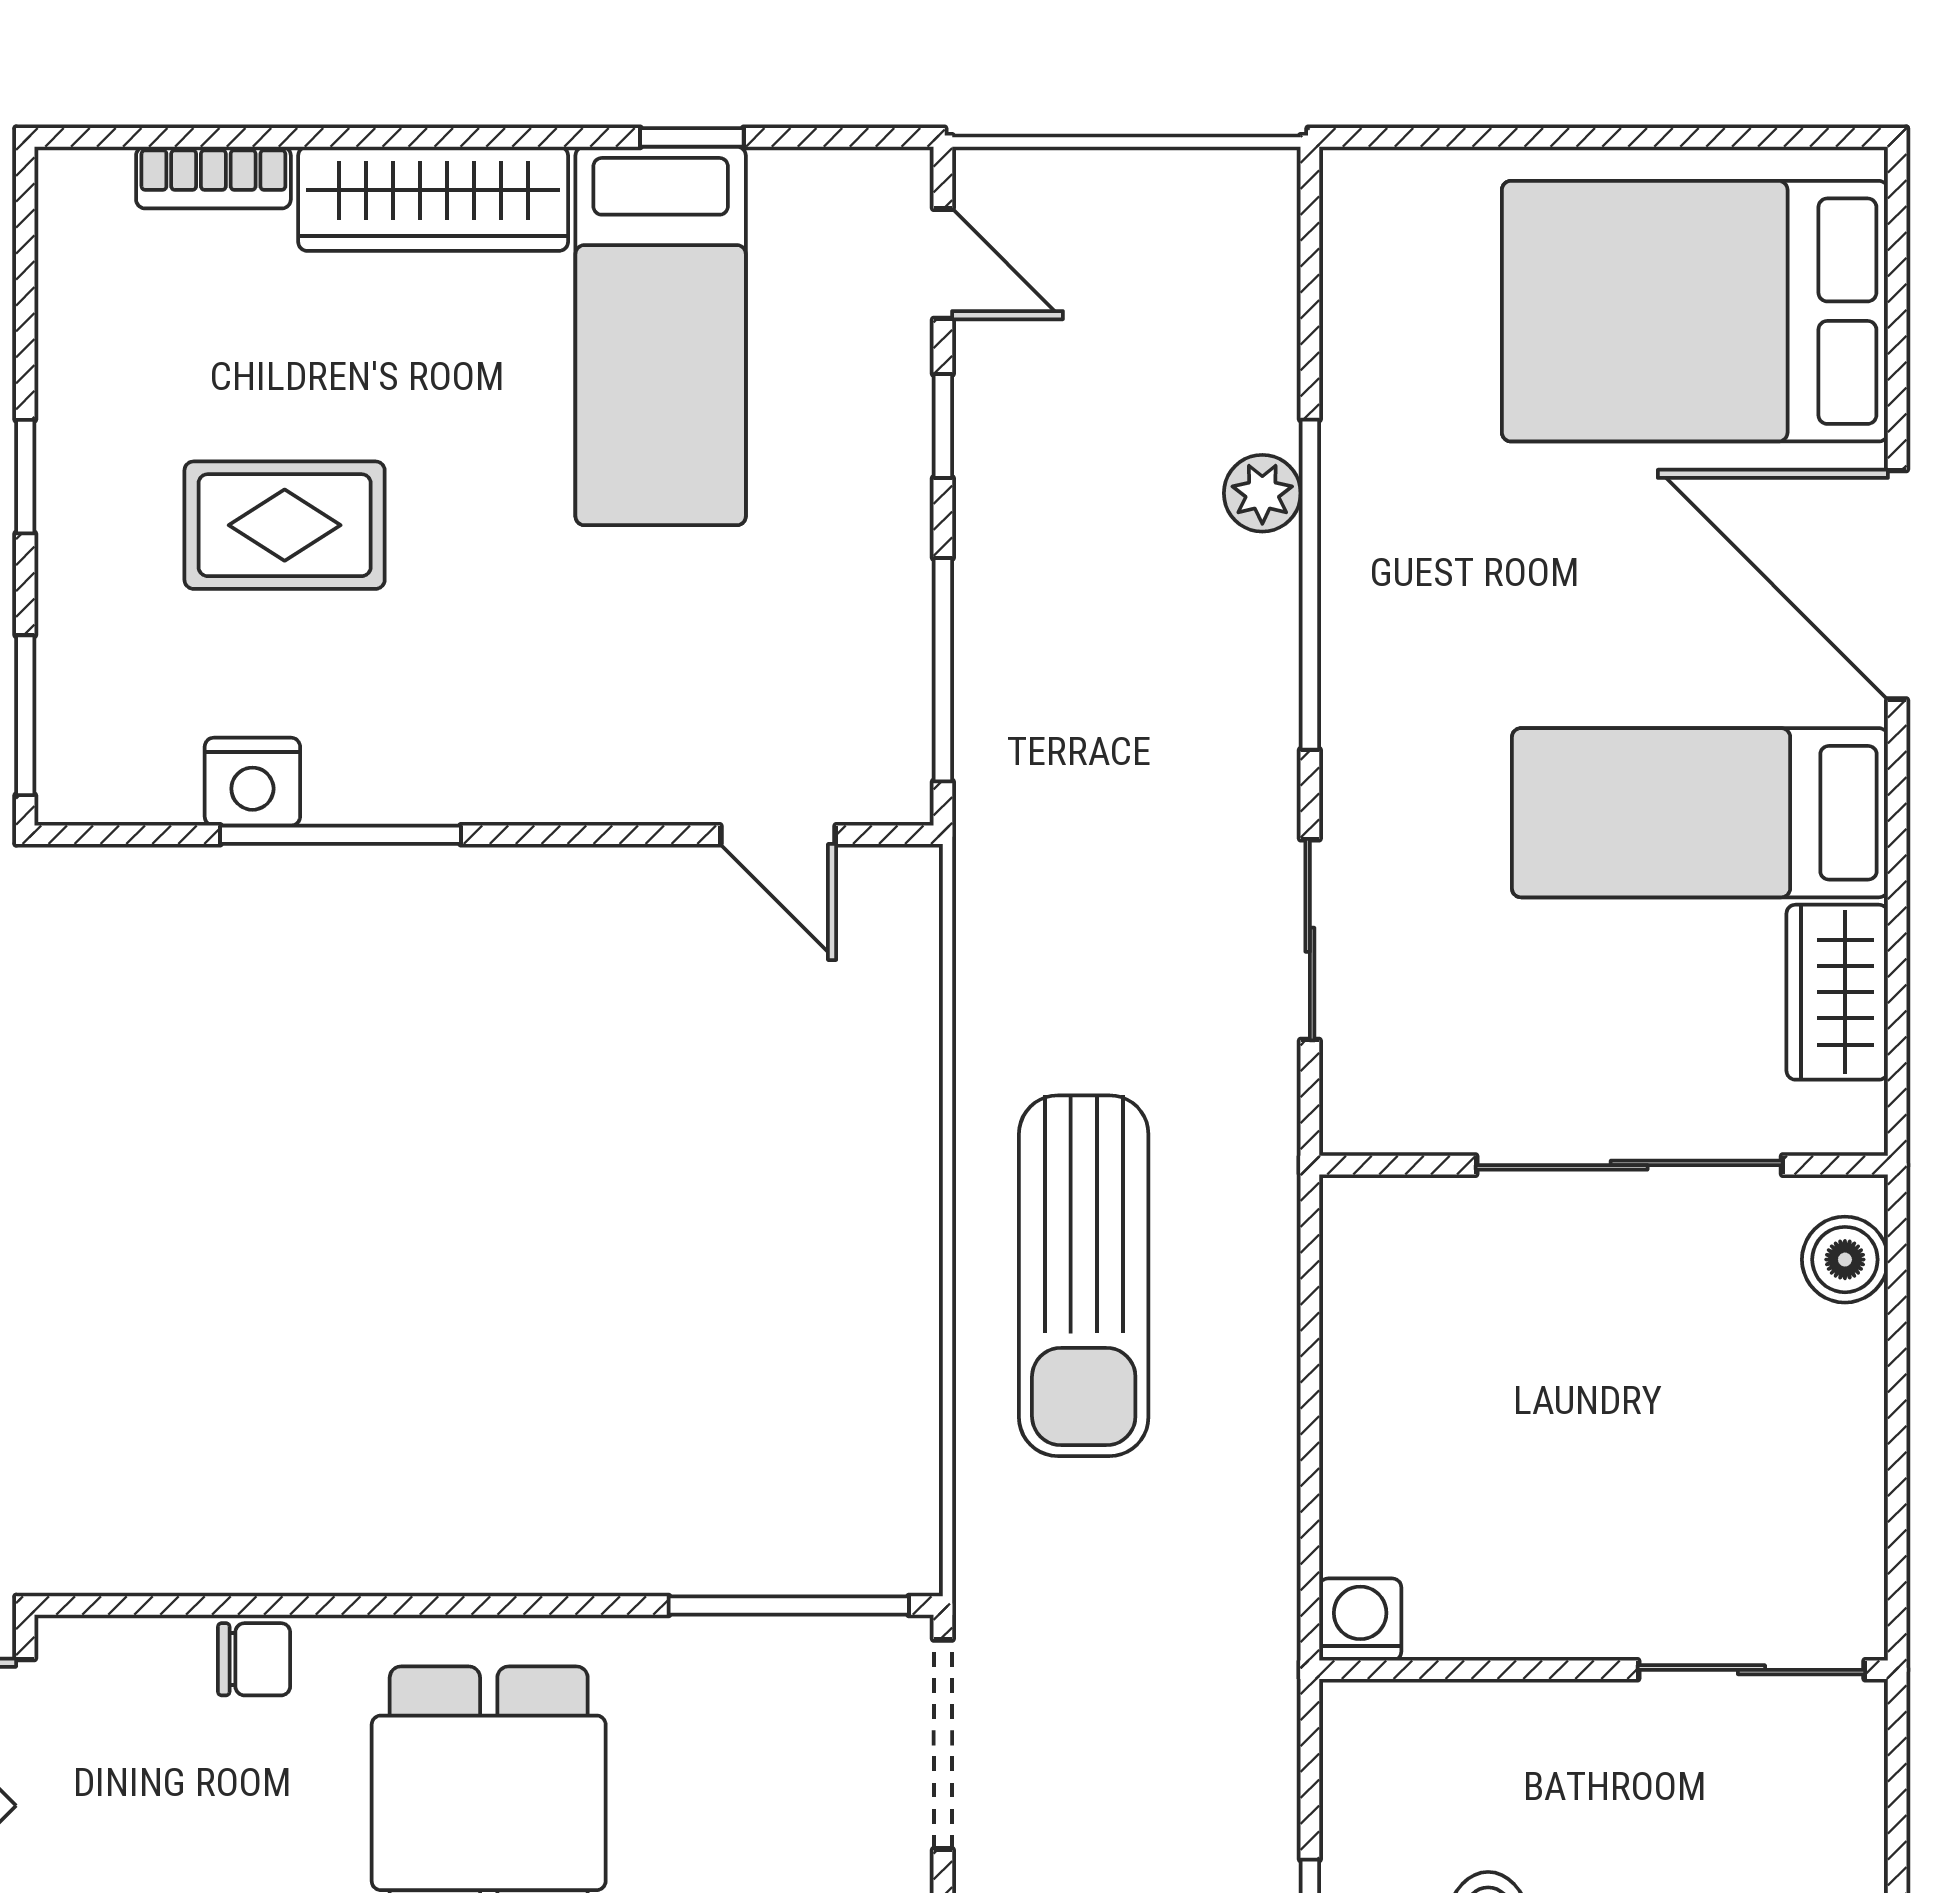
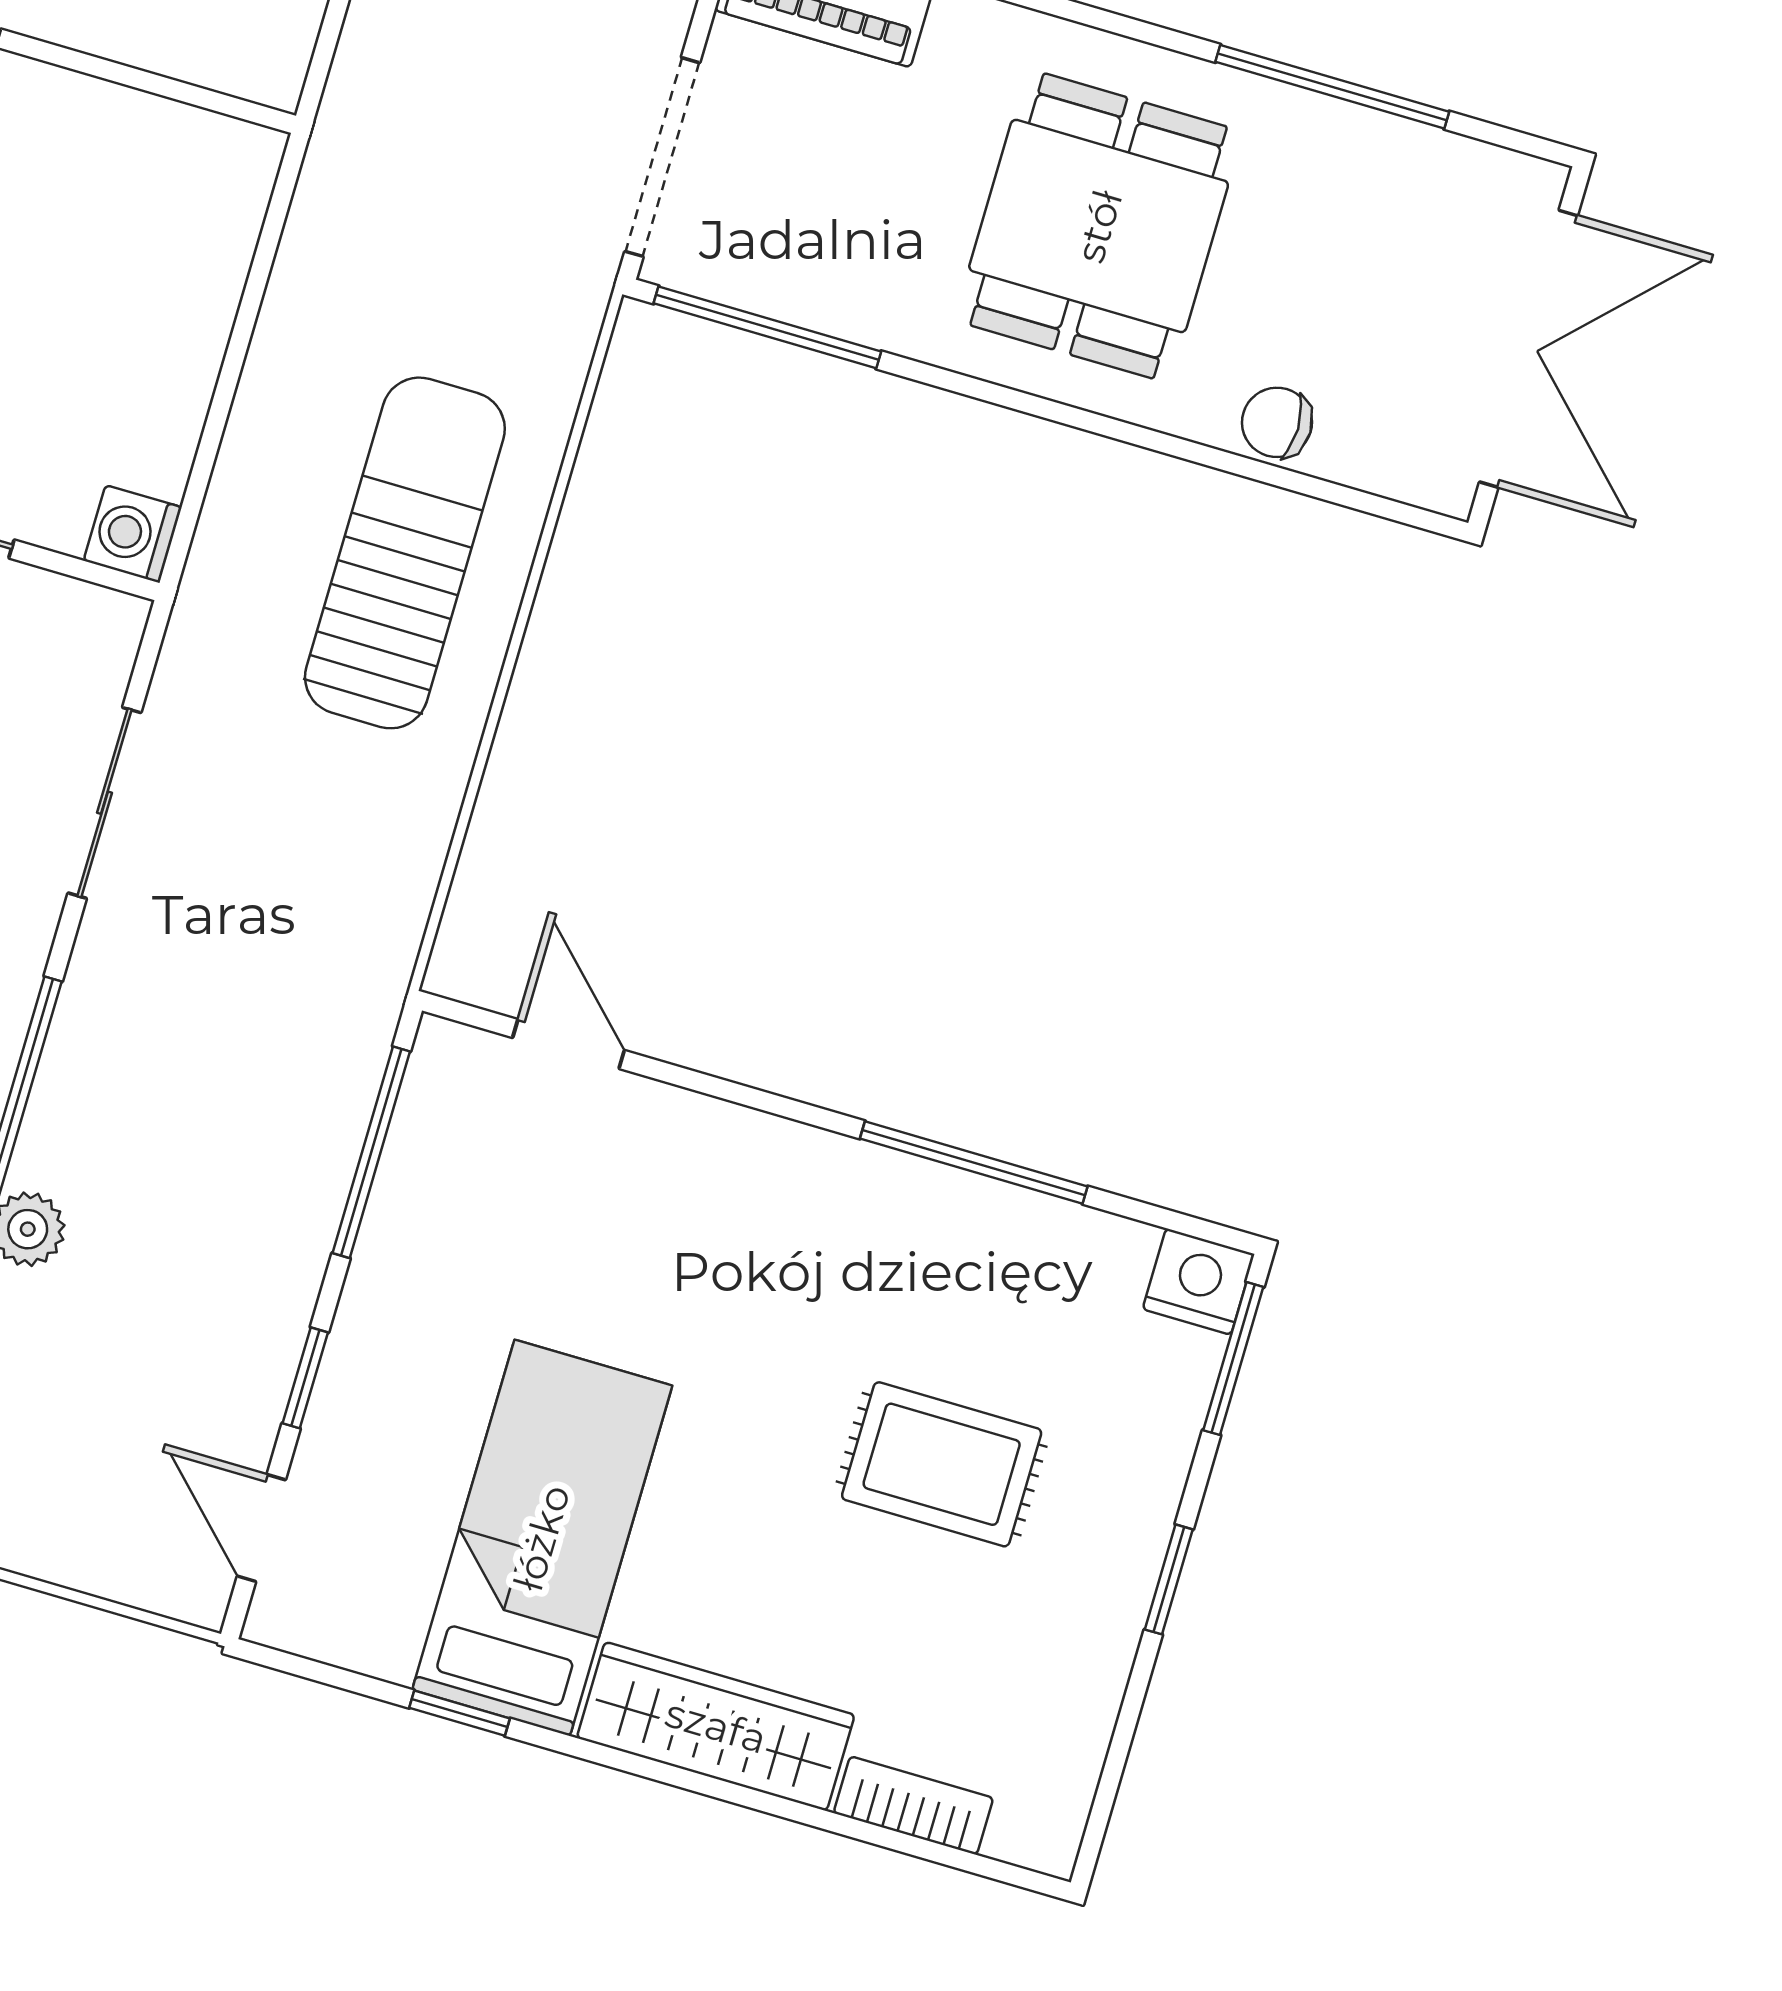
nightstand: (252, 782) -> (1199, 1282), moved
washing machine: (1360, 1620) -> (133, 534), moved, turned 90

